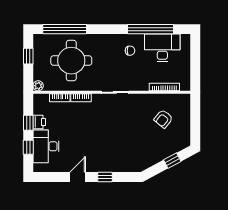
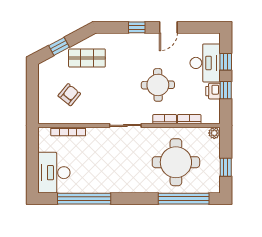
desk: (162, 48) -> (54, 173), moved, turned 90
chair: (130, 51) -> (108, 174), removed
round table: (87, 127) -> (158, 85), added
shop shelf: (148, 151) -> (87, 58), added

